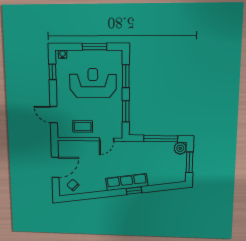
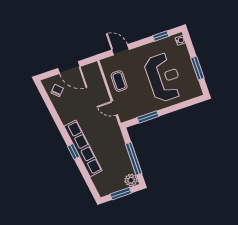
window: (126, 76) -> (181, 106), removed
door: (54, 115) -> (120, 50), hinge flipped
row of seats: (127, 182) -> (83, 148), width x1.36

